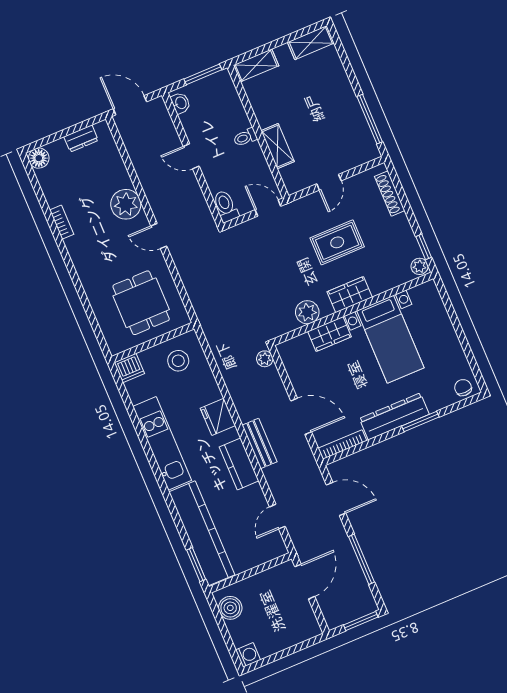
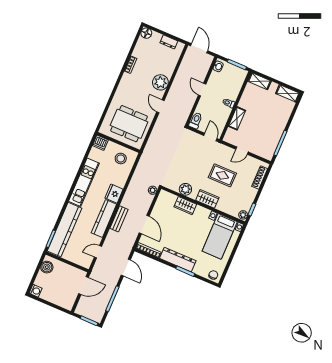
dining table: (141, 303) -> (129, 124), width x1.38
bed with nightstands: (390, 339) -> (220, 236), moved
kitchen counter: (239, 464) -> (104, 219), width x1.50

